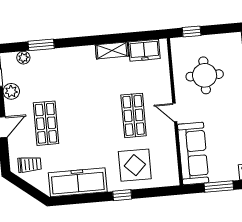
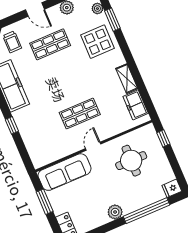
display table: (135, 165) -> (97, 42), moved

